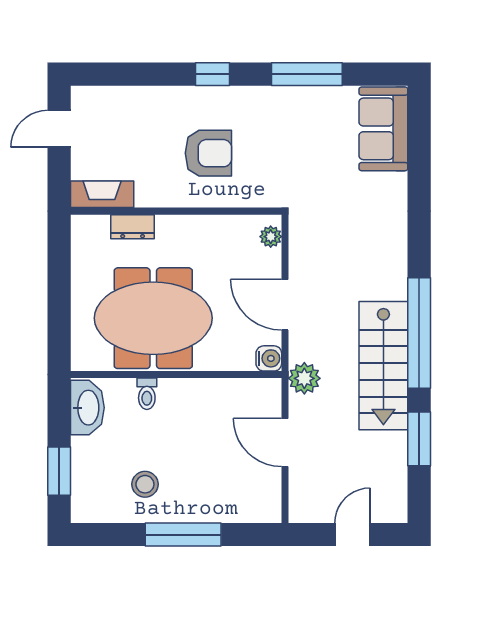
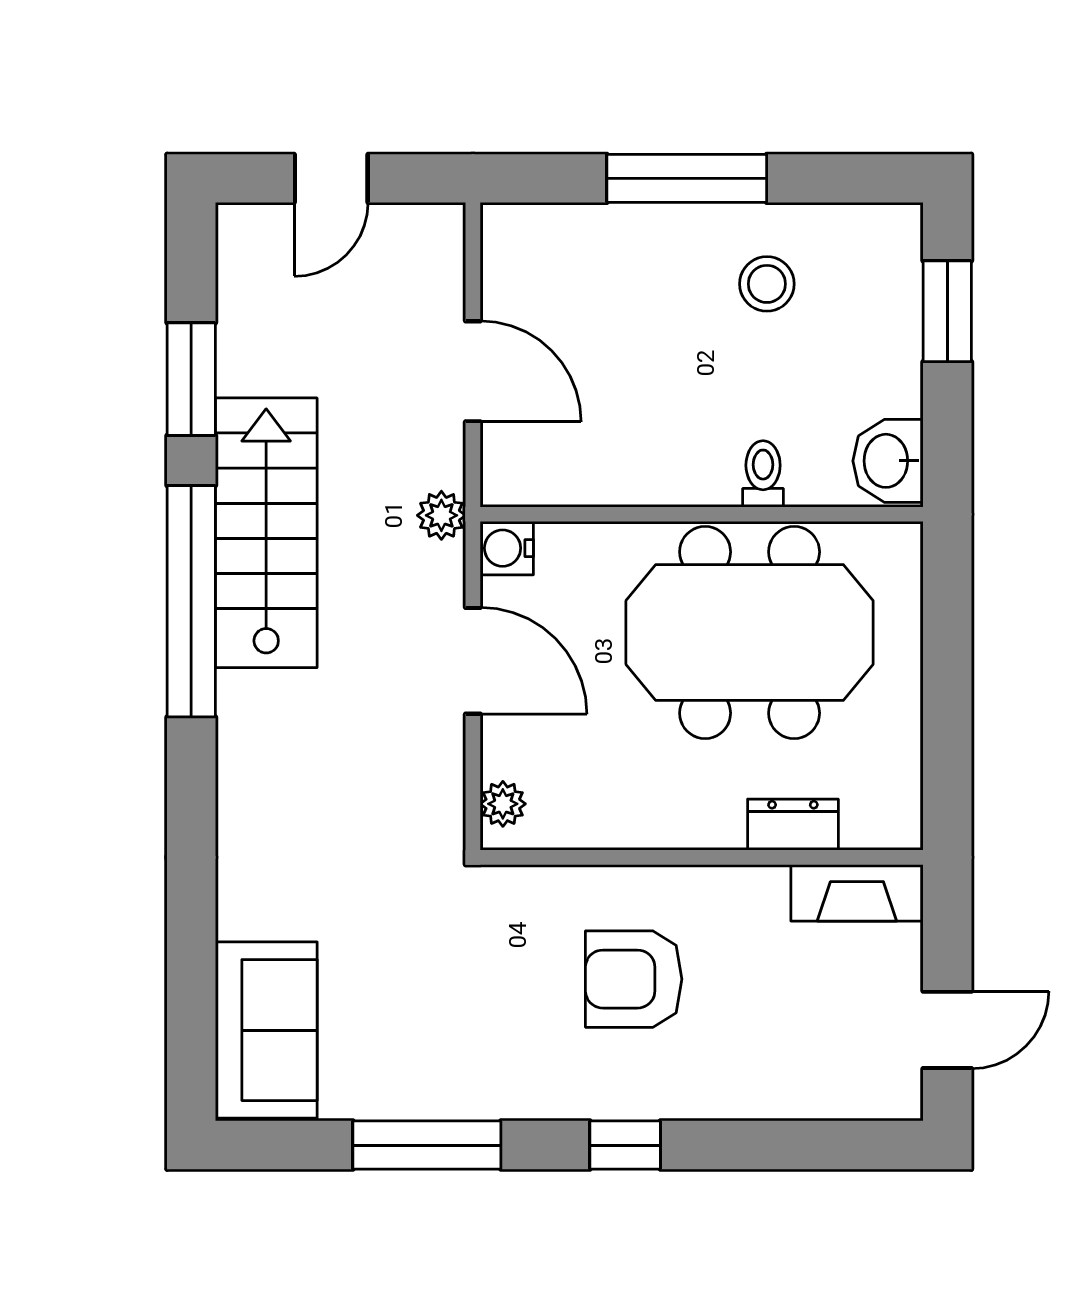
plant: (304, 378) -> (441, 515), width x0.73, depth x0.73
washbasin: (87, 408) -> (888, 461), width x0.72

